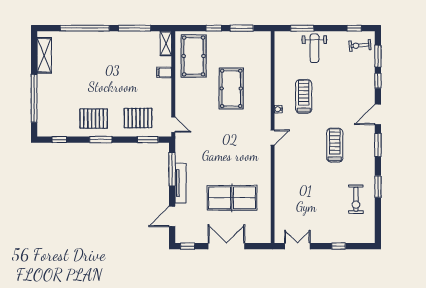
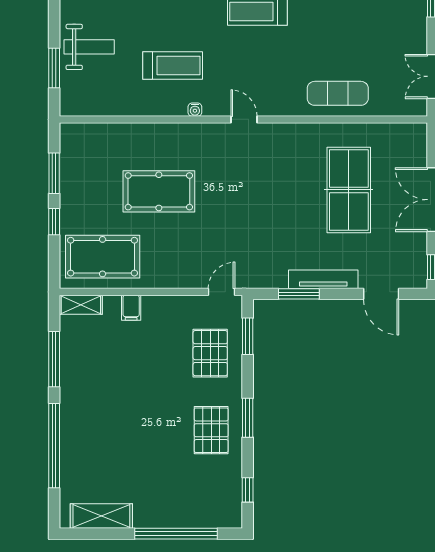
treadmill: (304, 96) -> (173, 65), turned 180
window: (172, 169) -> (299, 294), width x0.69
exercise mat: (288, 191) -> (338, 93), added

